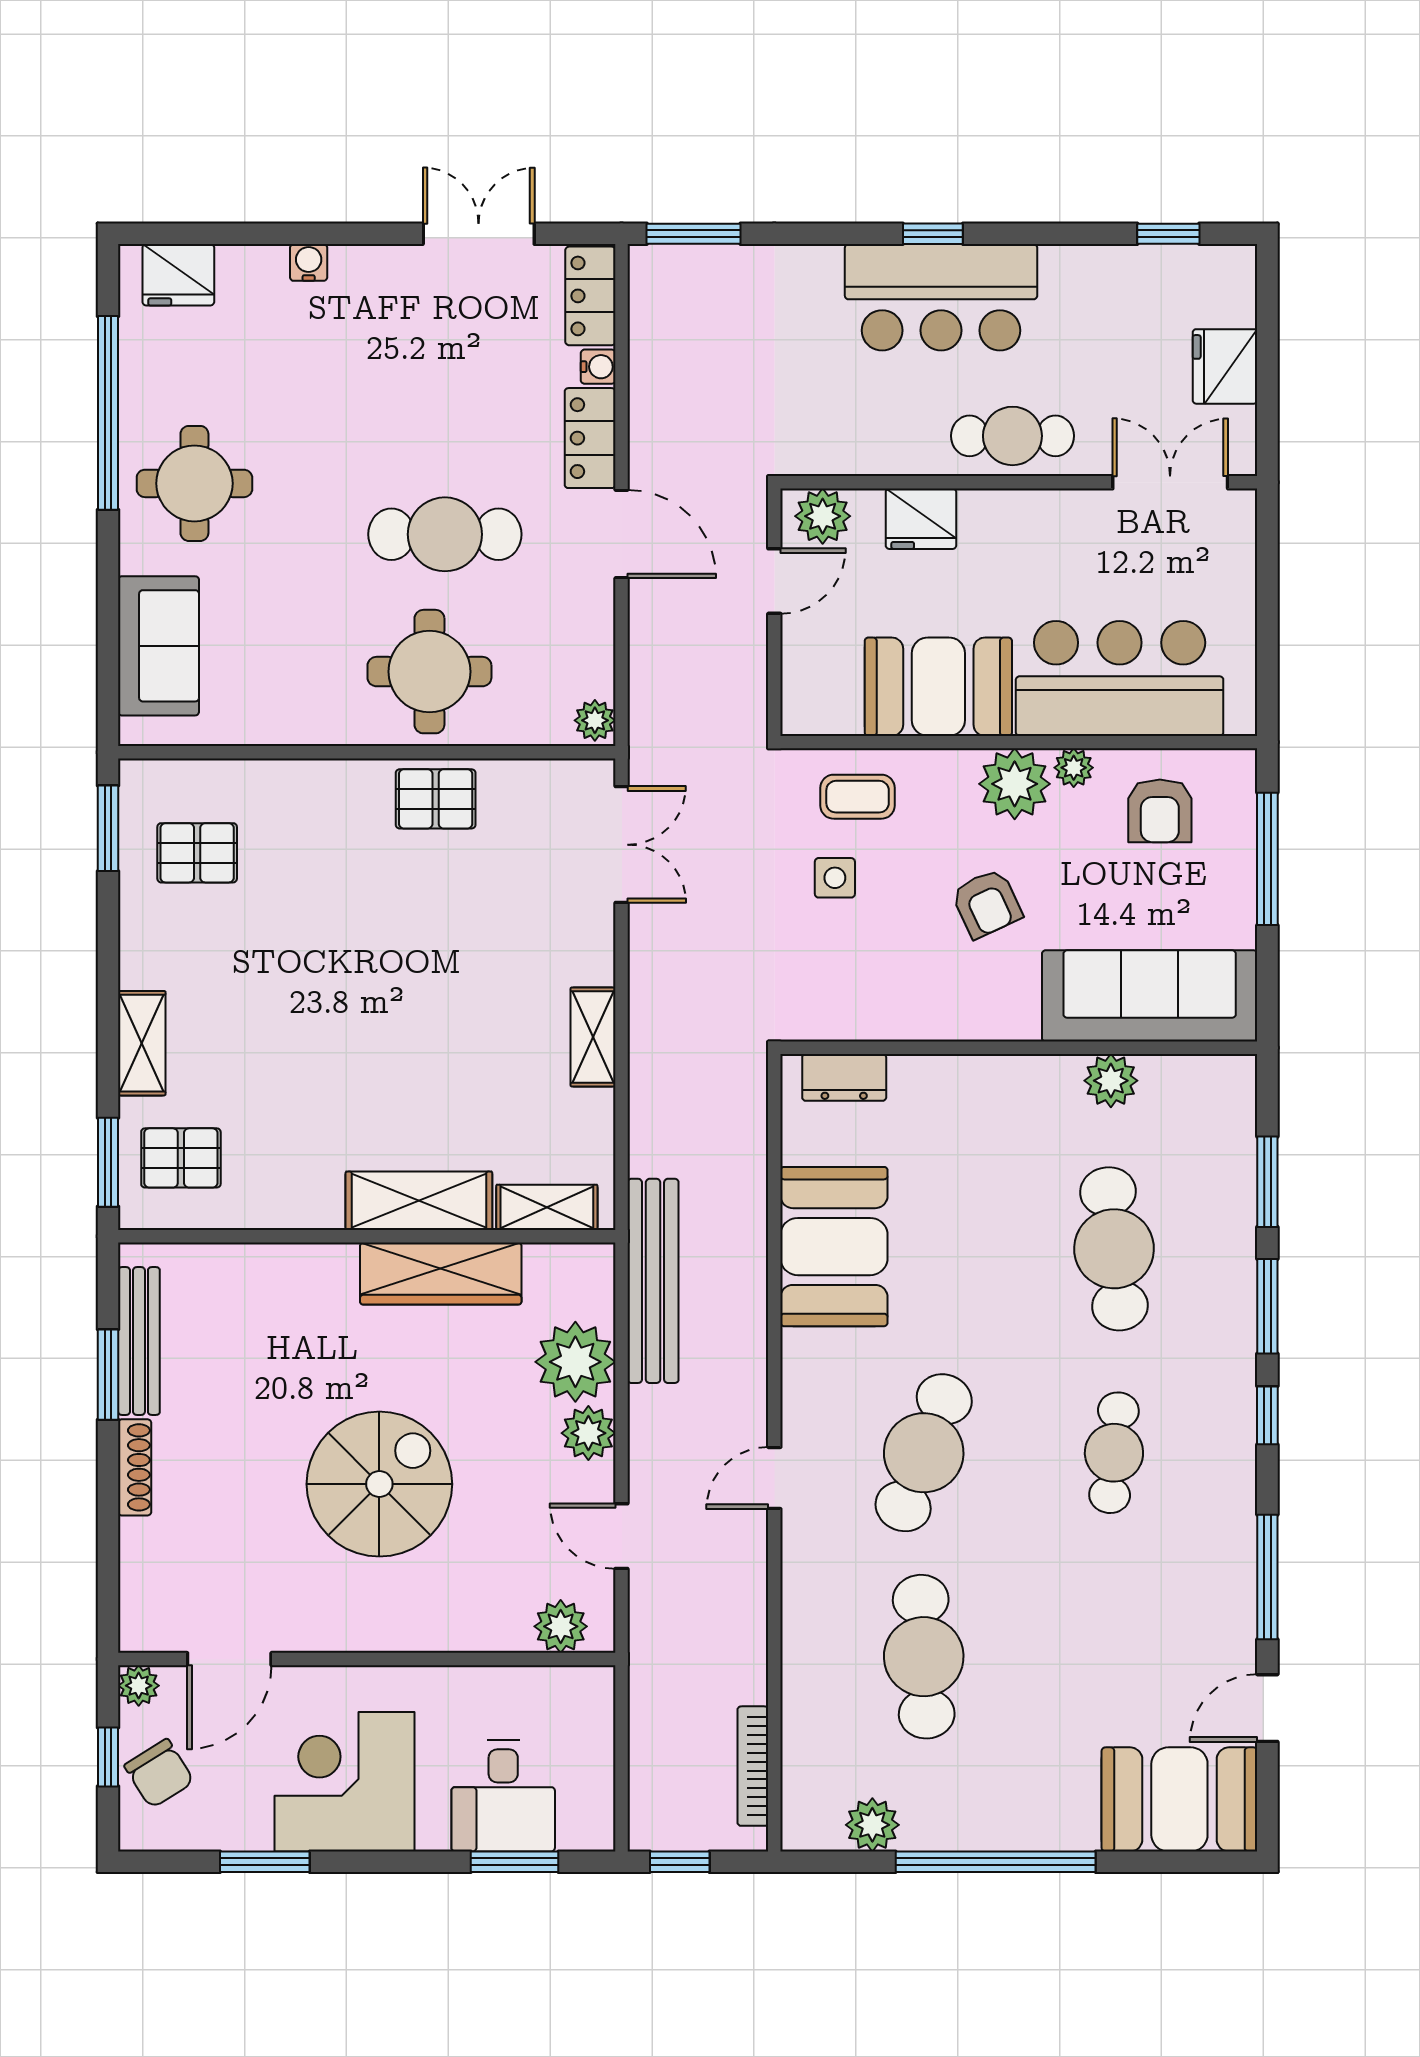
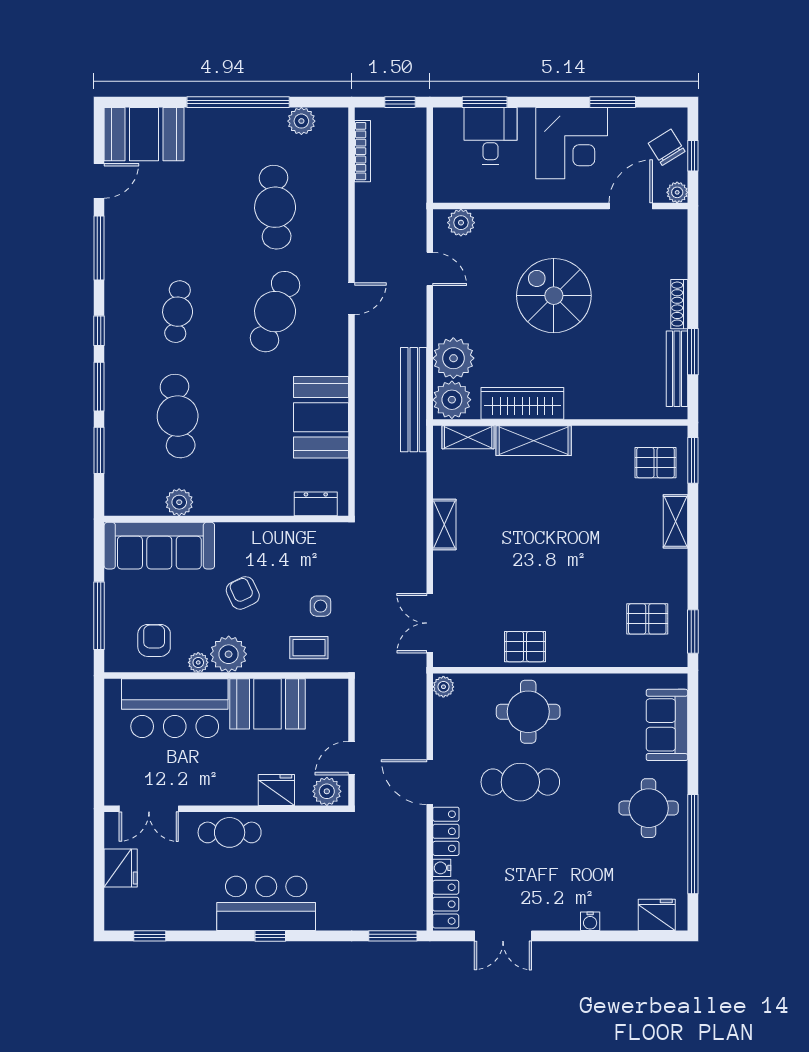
plant: (588, 1433) -> (452, 400), moved, width x1.36, depth x1.36
spiral stairs: (379, 1484) -> (554, 296), turned 90

